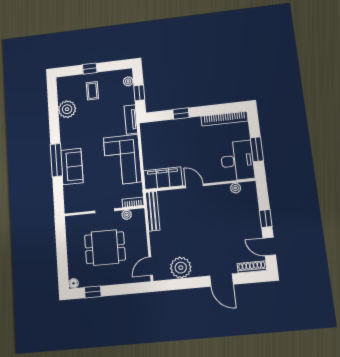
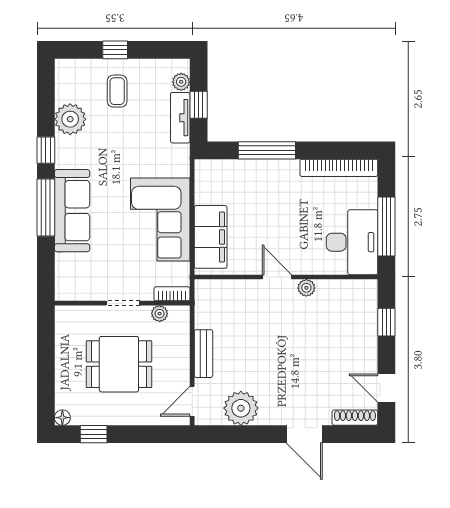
window: (181, 114) -> (267, 150), width x2.17
tv unit: (131, 119) -> (180, 118), moved
window: (54, 128) -> (46, 150), added
window: (257, 149) -> (386, 227), width x1.44
sofa: (72, 166) -> (72, 211), width x1.36
filing cabinet: (163, 178) -> (211, 237), moved, turned 90
plant: (236, 188) -> (306, 288), moved
bench: (153, 211) -> (203, 354), moved, width x0.73
window: (266, 219) -> (386, 322), moved

